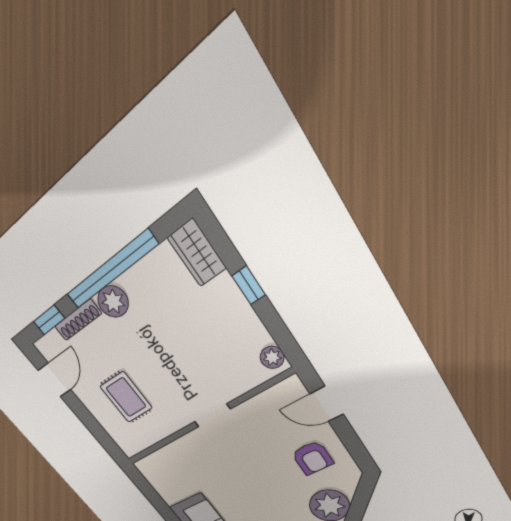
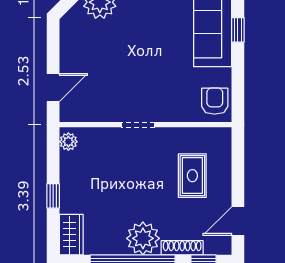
plant: (113, 302) -> (143, 238), width x1.36, depth x1.36
door: (327, 404) -> (53, 88), hinge flipped
armchair: (312, 458) -> (215, 101), moved

